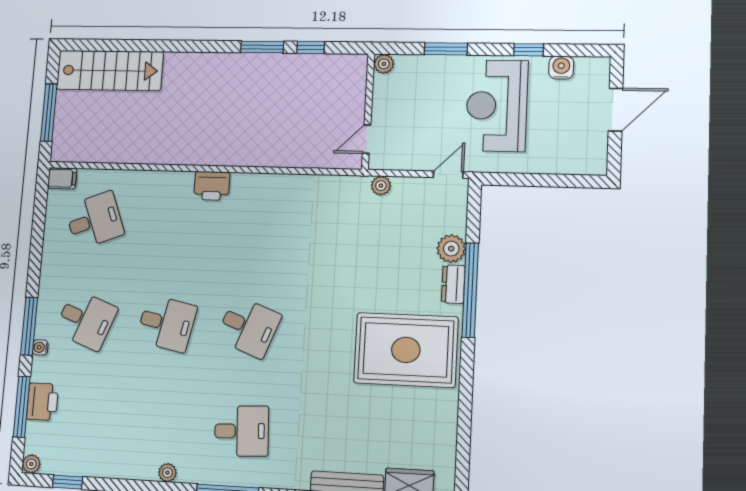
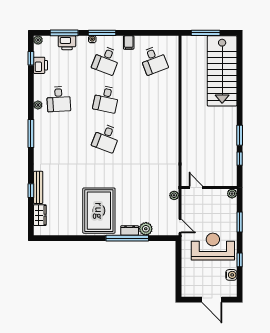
stairs: (110, 71) -> (222, 71), width x1.36, depth x1.51
filing cabinet: (62, 178) -> (129, 42), moved
printer: (212, 186) -> (40, 65), moved, turned 180
desk: (242, 431) -> (59, 99), moved

